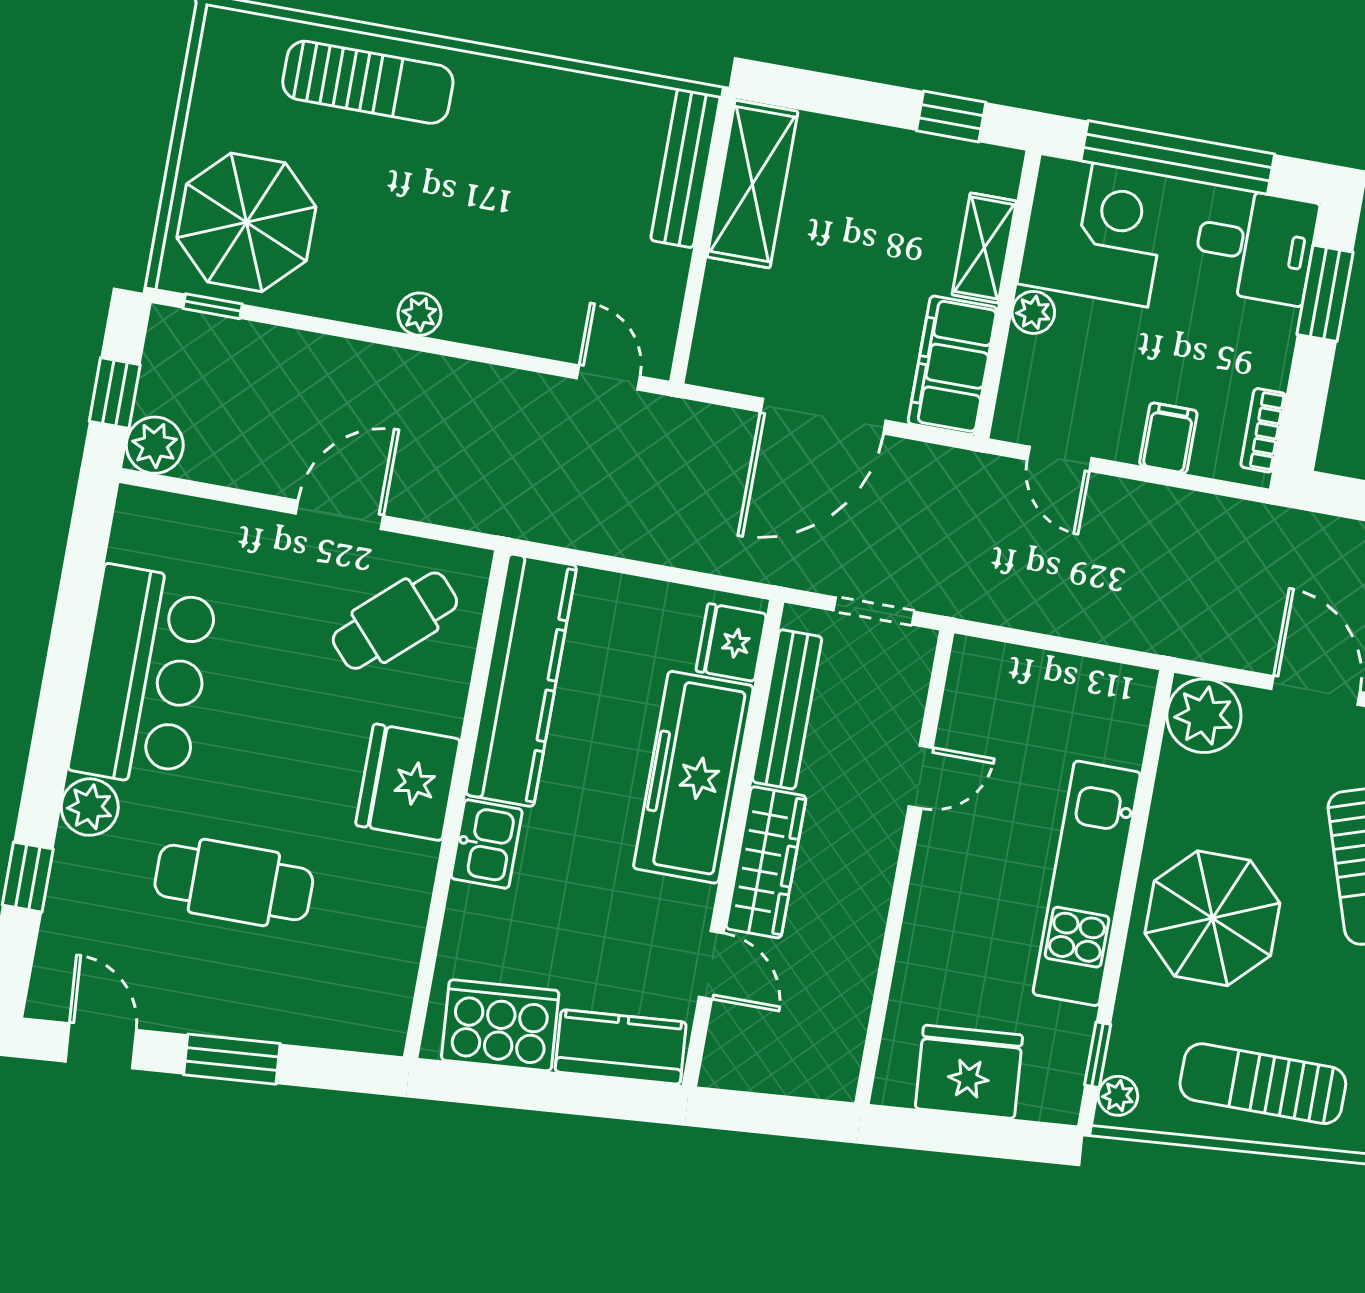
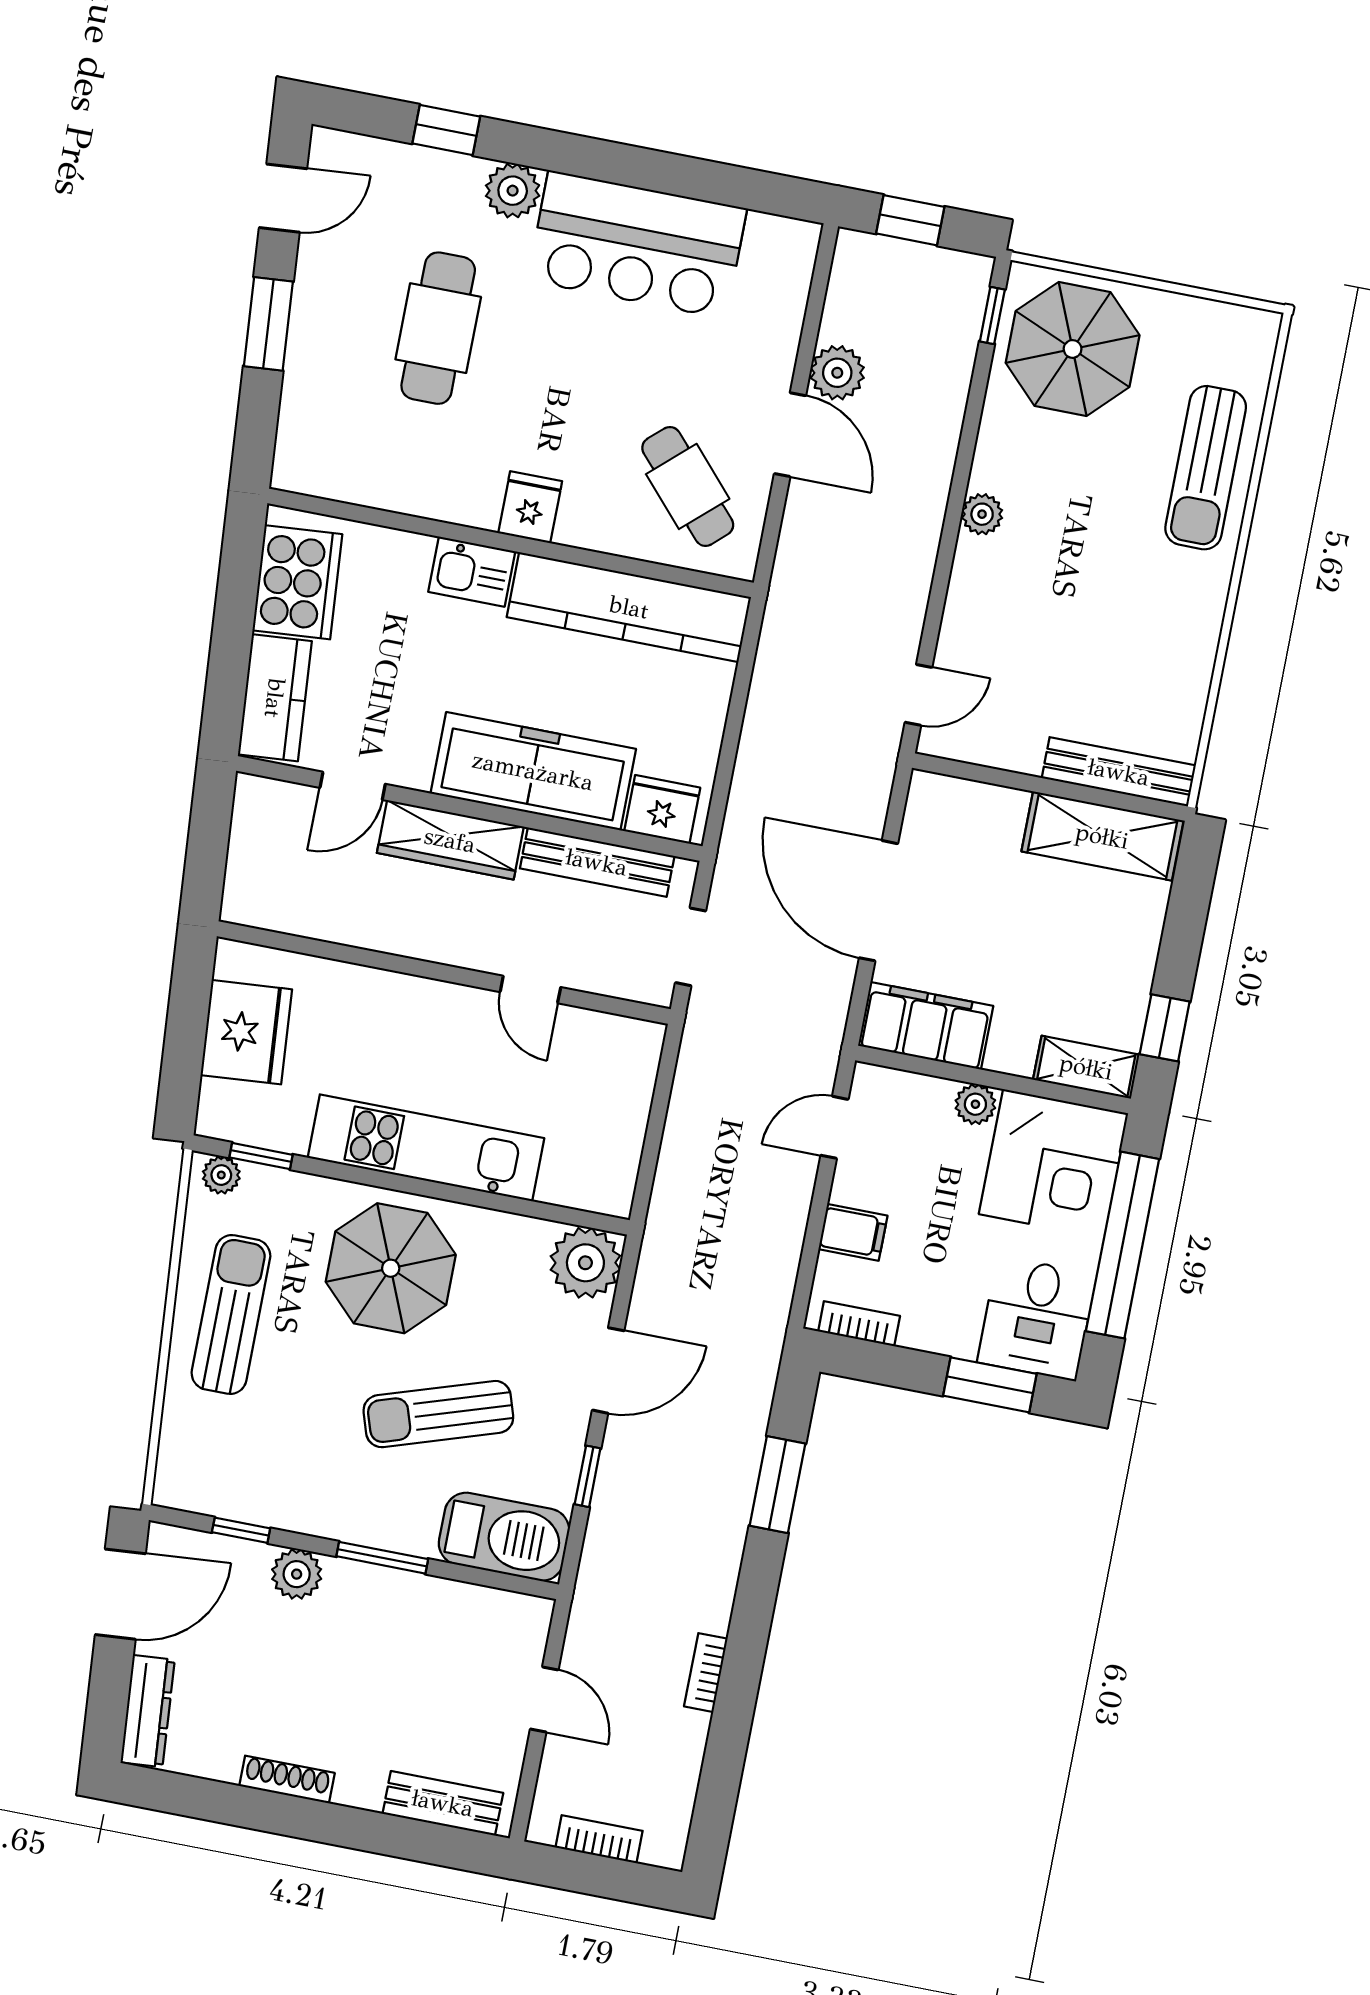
shelving: (984, 248) -> (1086, 1067), moved
plant: (155, 445) -> (837, 373), moved
fridge: (408, 782) -> (530, 507), width x0.53, depth x0.75

